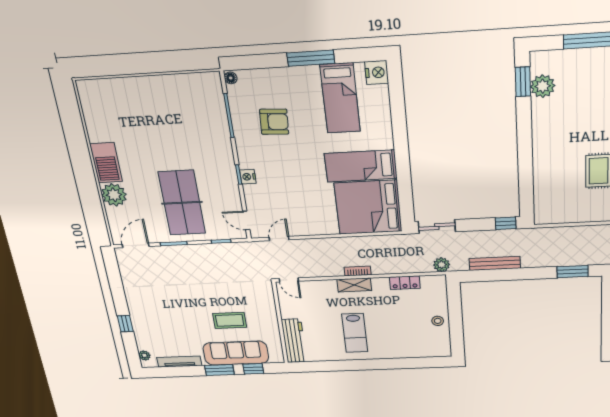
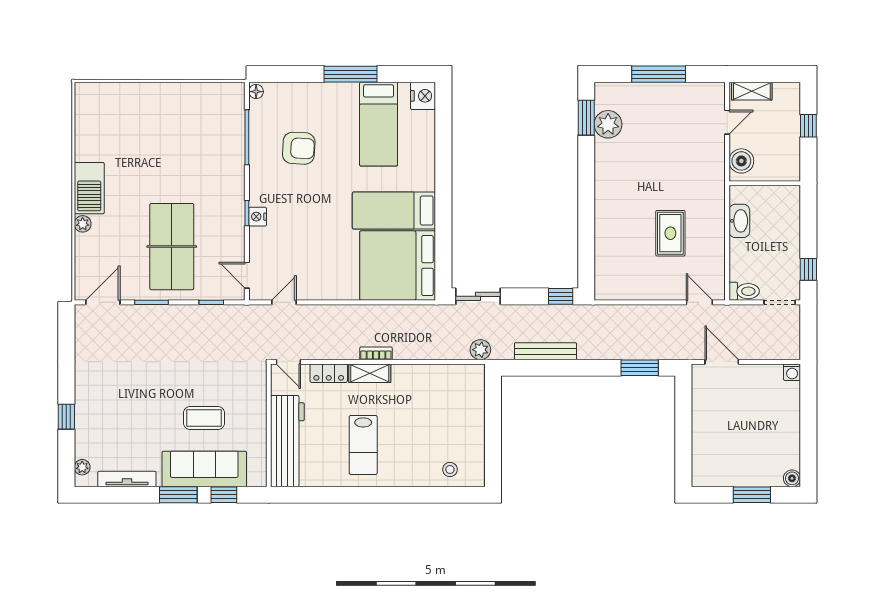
plant: (114, 195) -> (83, 224), width x0.53, depth x0.53
locker: (405, 283) -> (329, 373), moved
stool: (438, 321) -> (450, 469), moved
workbench: (294, 341) -> (287, 441), width x1.36, depth x1.32

